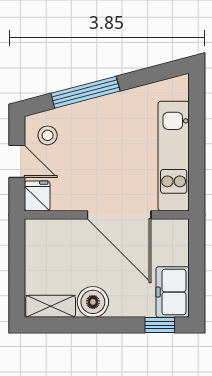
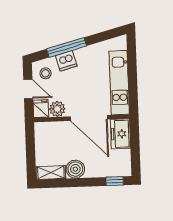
dishwasher: (84, 115) -> (66, 61), added
plant: (66, 197) -> (57, 109), added
freezer: (173, 292) -> (120, 134), moved

